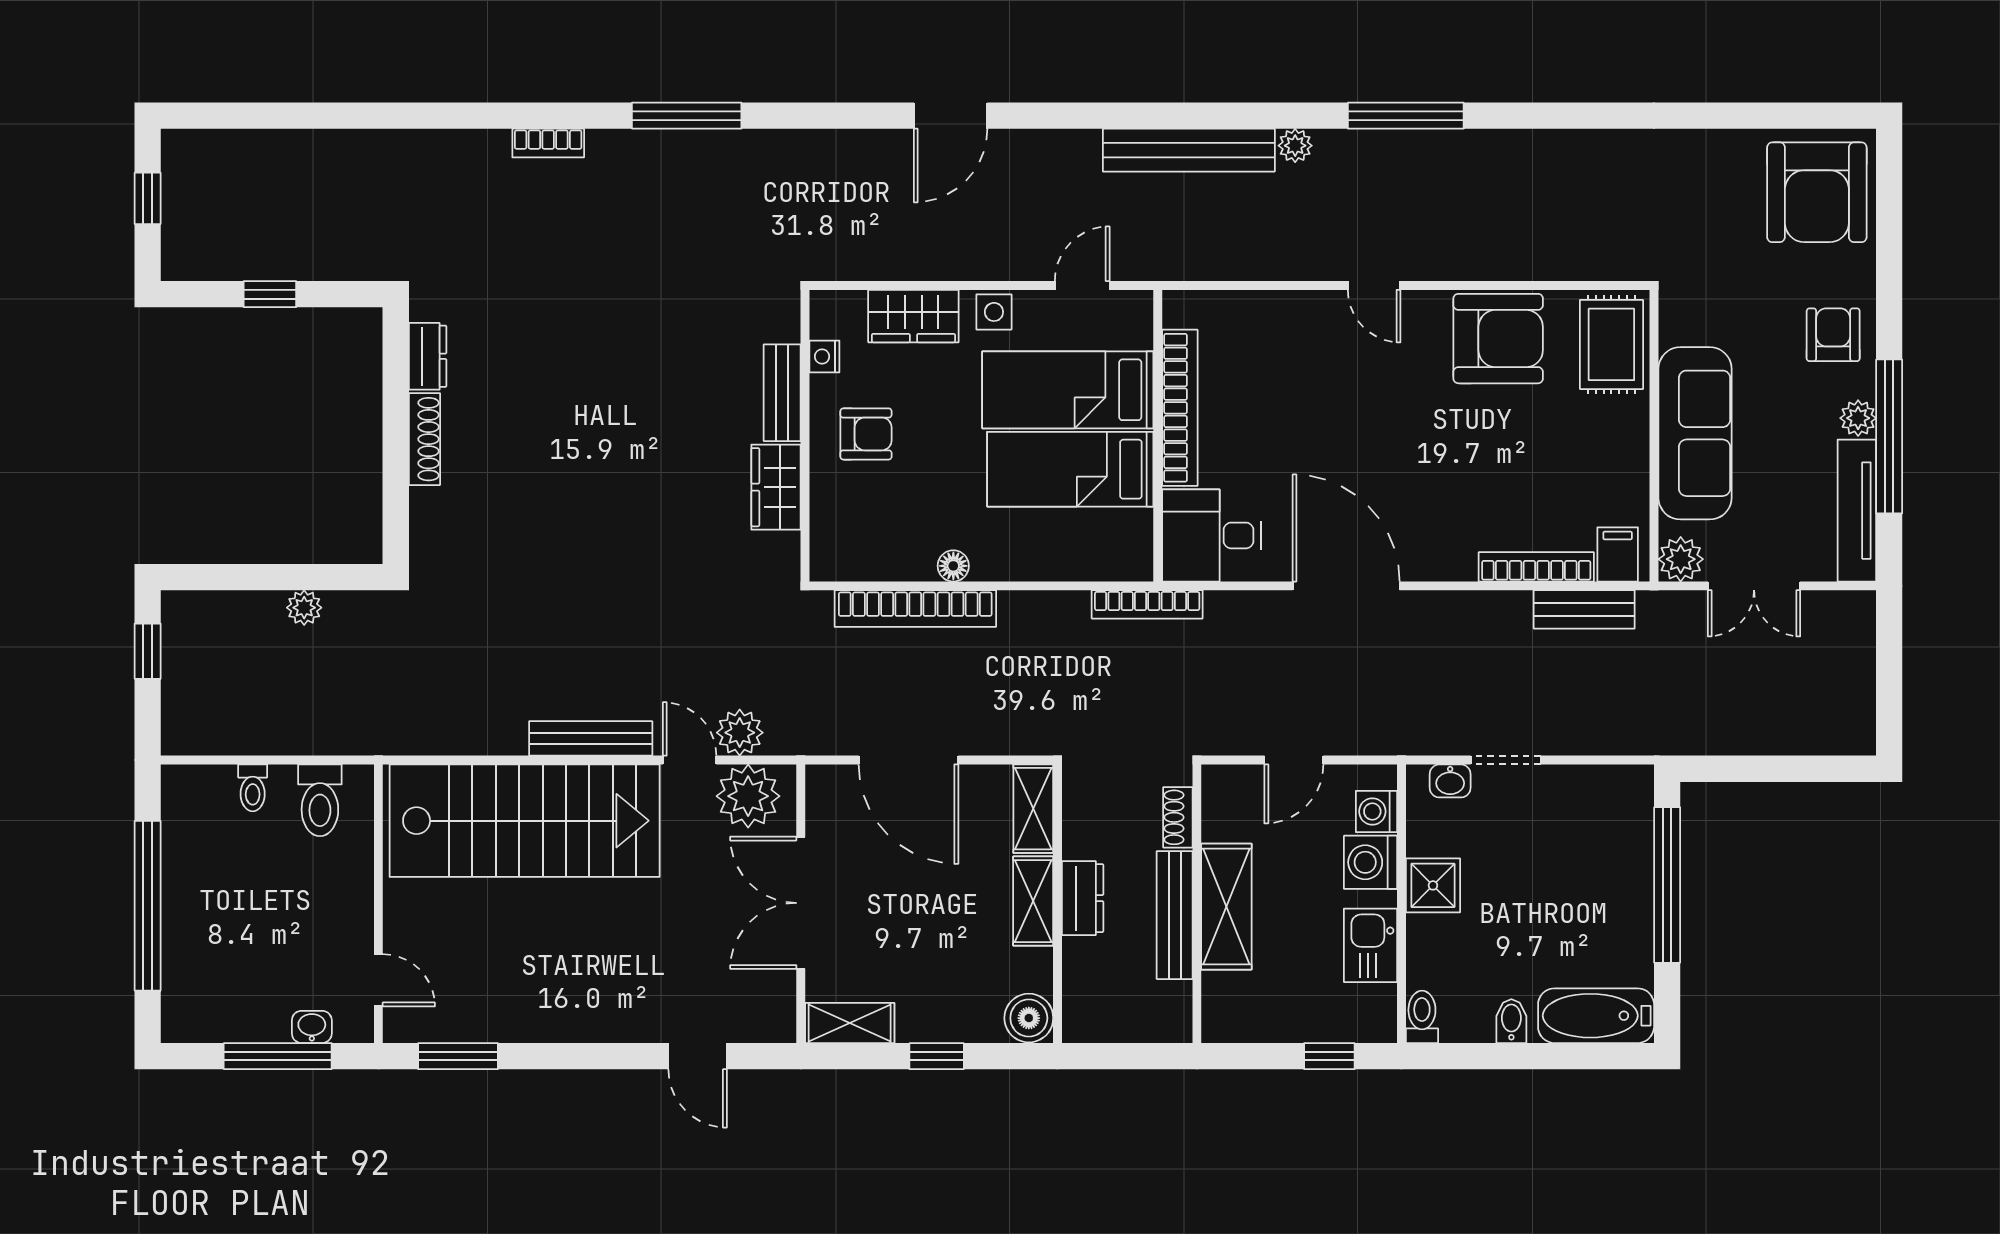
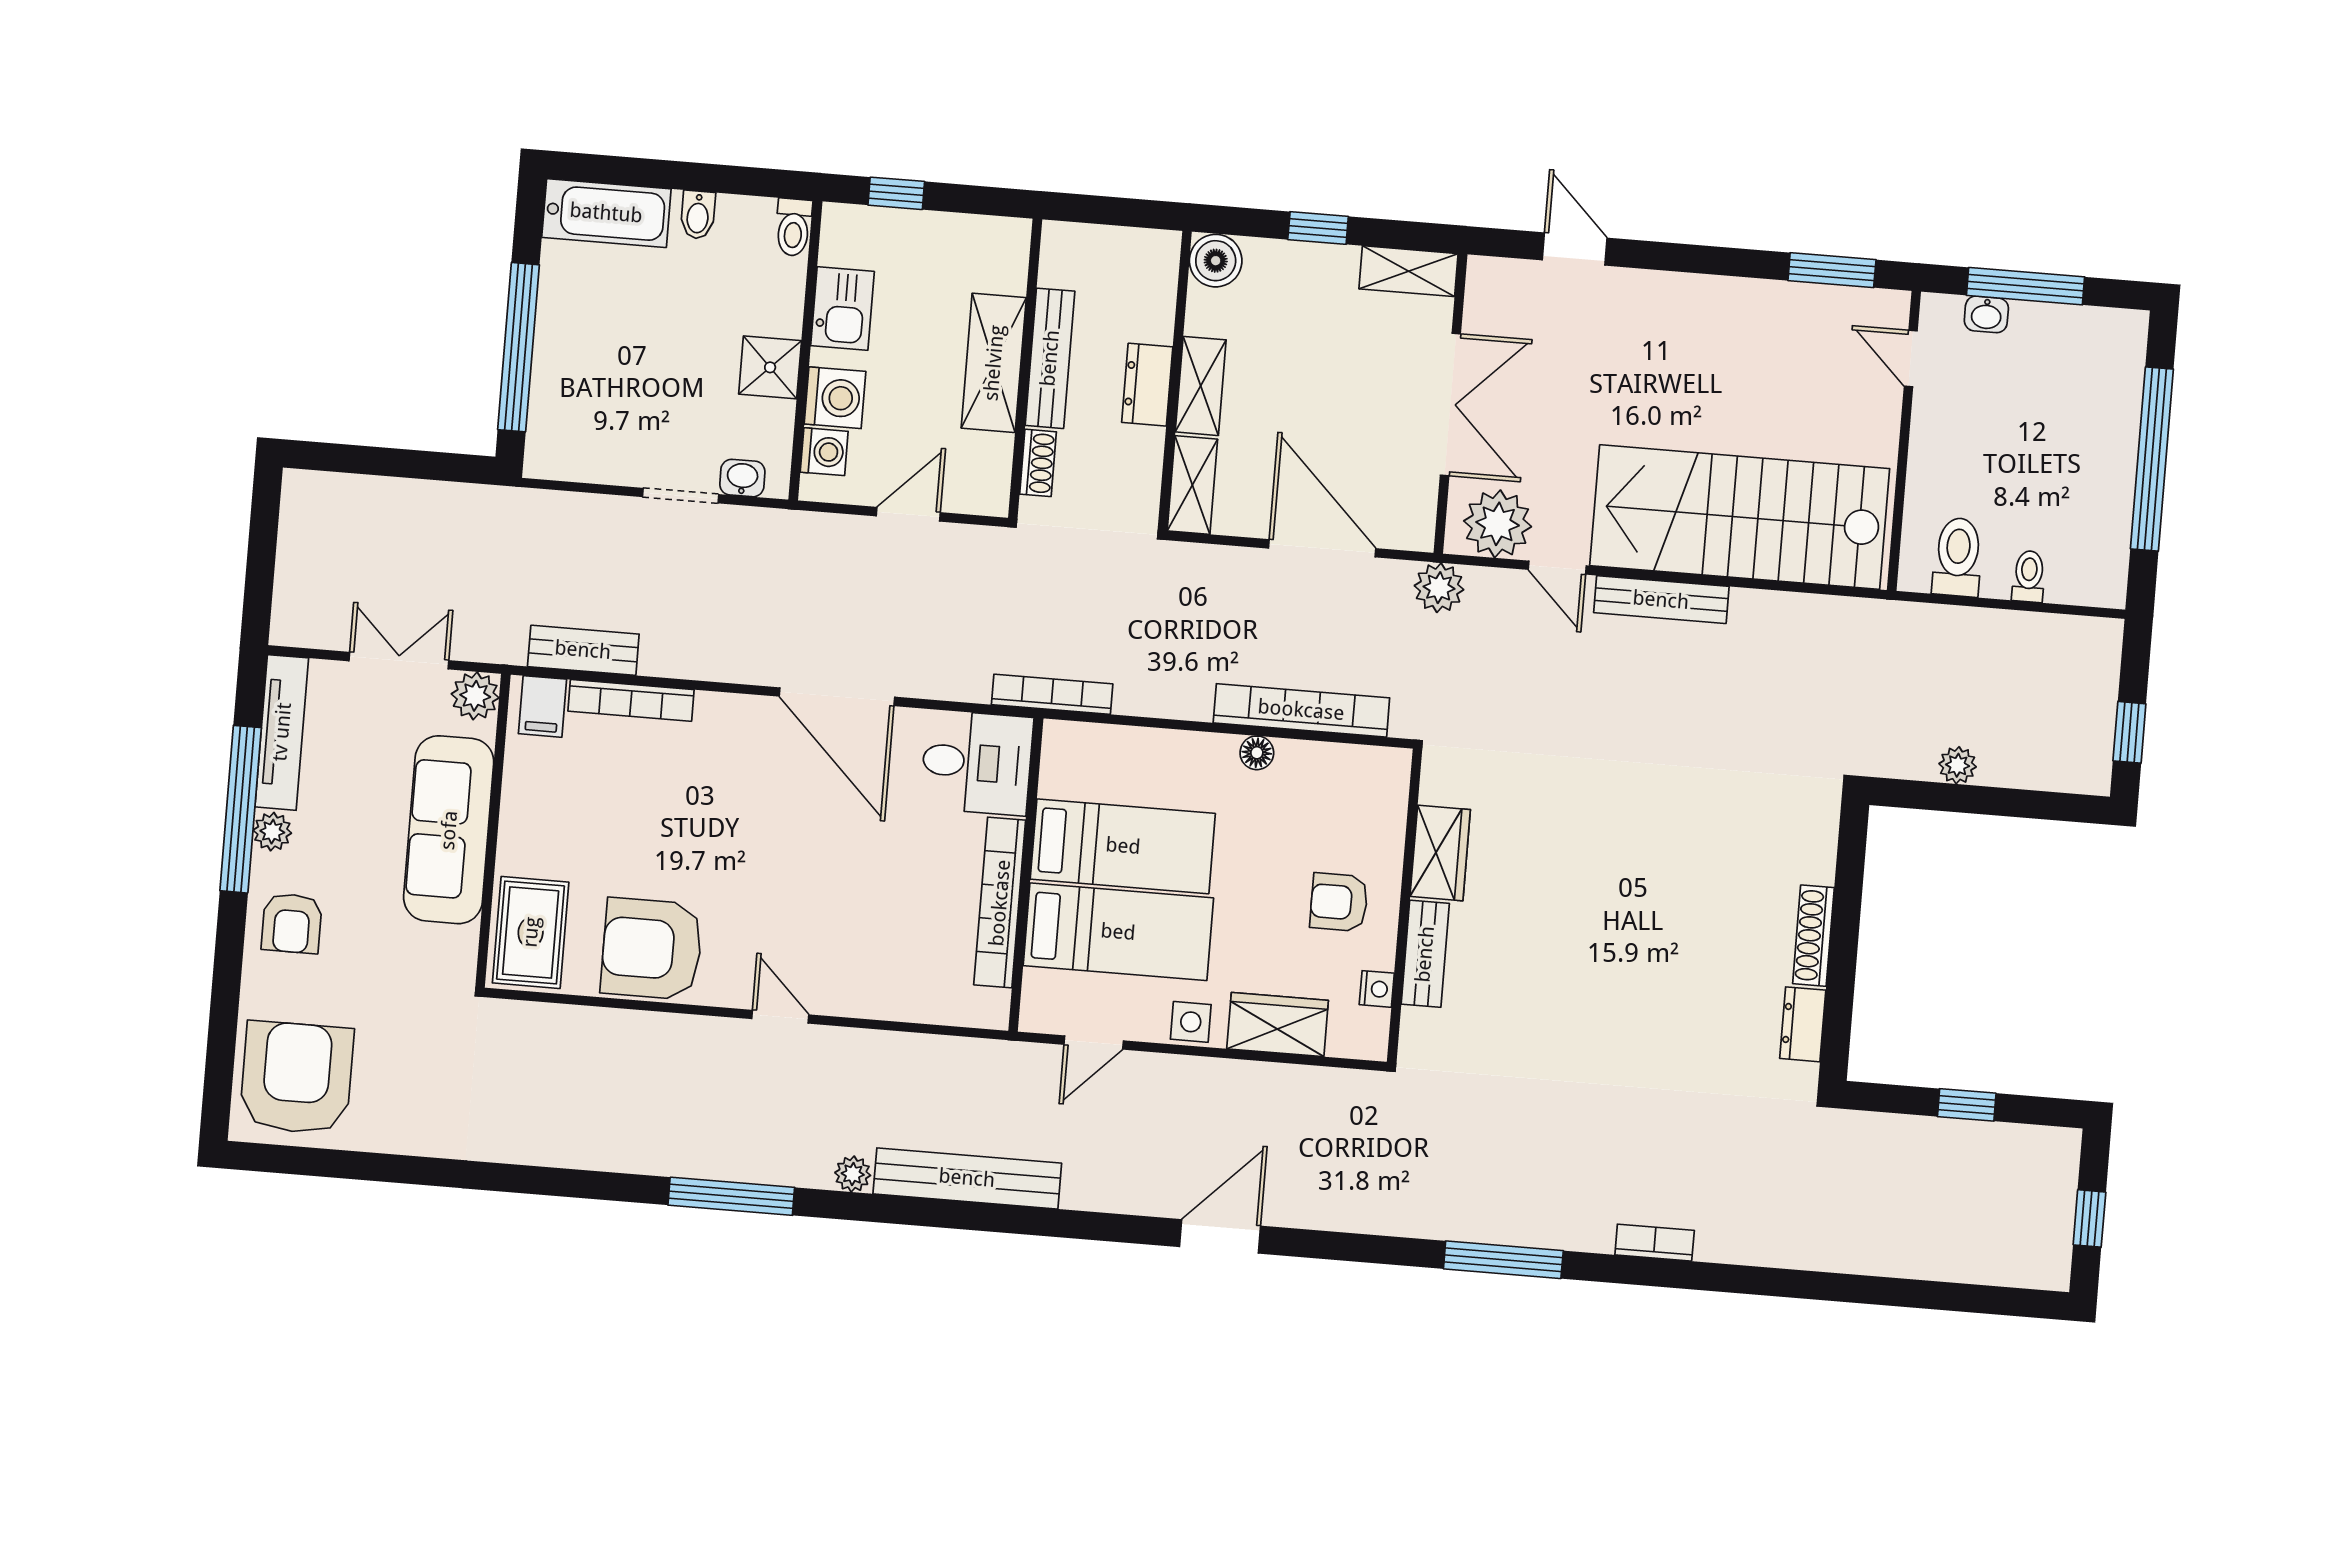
plant: (740, 733) -> (1439, 588), moved

